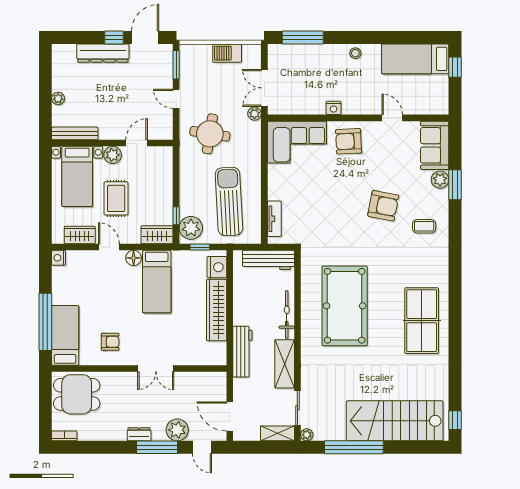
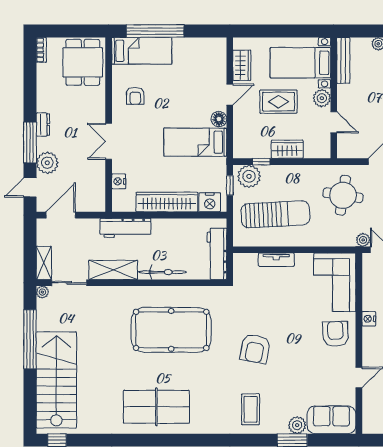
armchair: (383, 206) -> (255, 349), moved
tv unit: (274, 219) -> (276, 260), moved
coffee table: (424, 226) -> (251, 409), width x1.36, depth x1.30
wardrobe: (157, 235) -> (287, 149), moved, turned -90
nightstand: (59, 258) -> (119, 181), moved, turned -90

